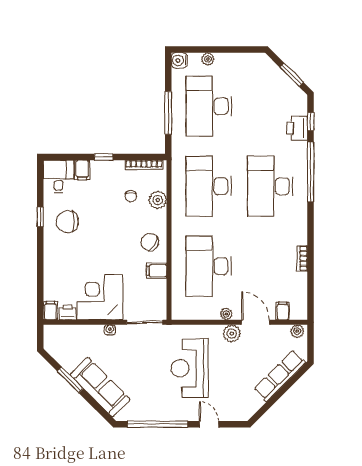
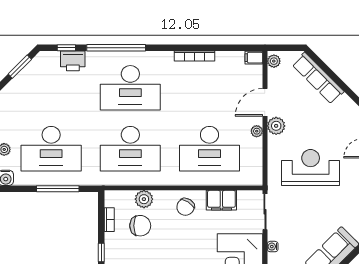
bookcase: (144, 165) -> (109, 220), width x0.64
chair: (131, 196) -> (140, 226), width x1.87, depth x1.87
bookcase: (302, 258) -> (194, 56), width x1.56
filing cabinet: (157, 271) -> (221, 200), width x2.00
filing cabinet: (283, 311) -> (254, 58), moved
reception desk: (190, 368) -> (311, 168), turned 180

